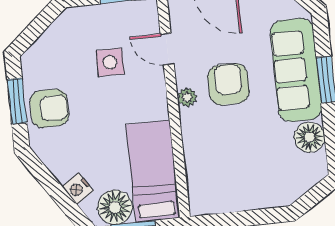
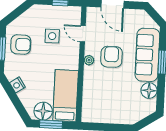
armchair: (49, 108) -> (21, 44), moved
nightstand: (78, 189) -> (17, 85), moved

